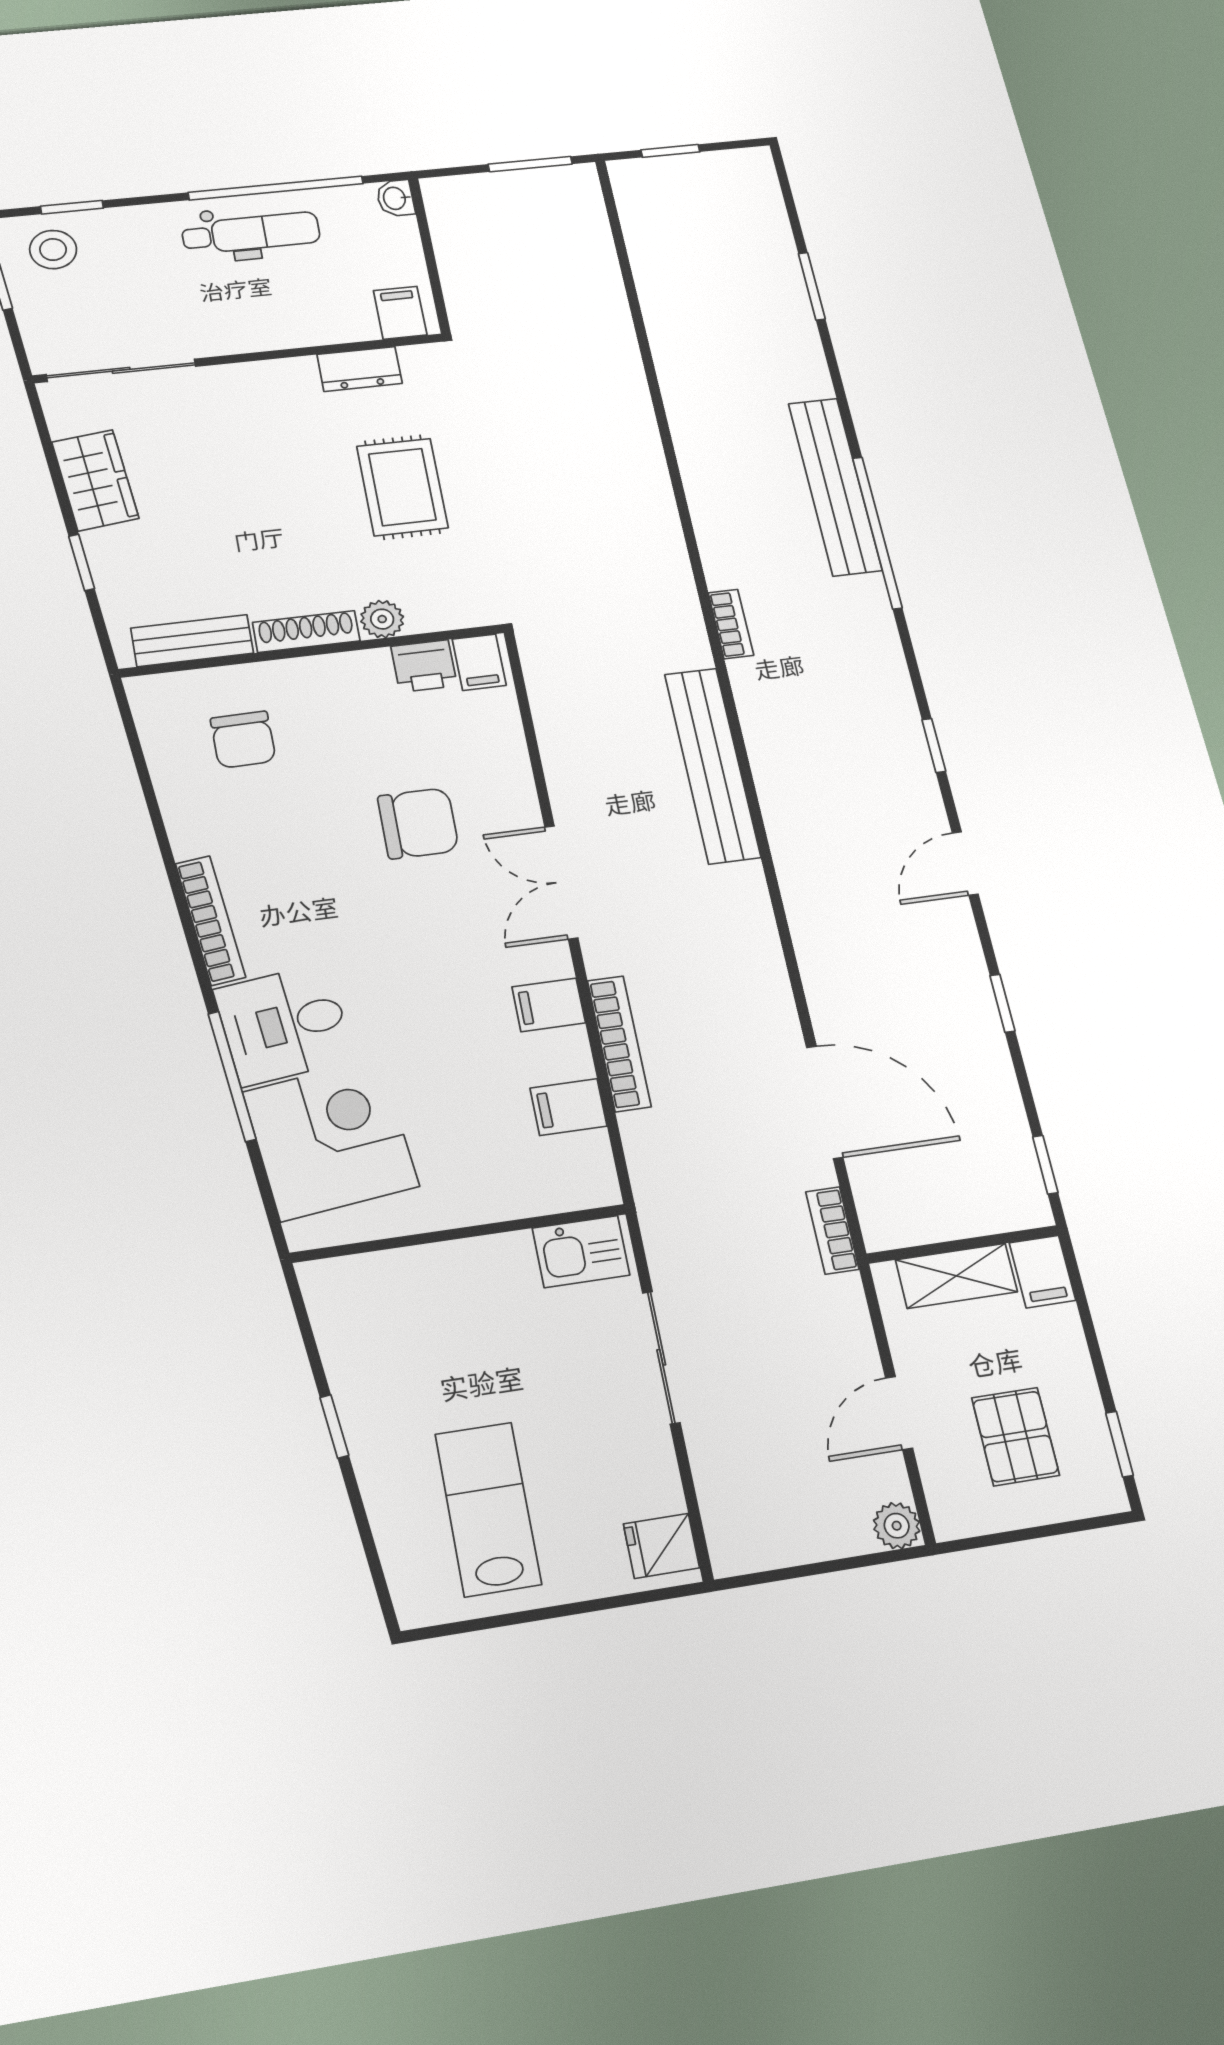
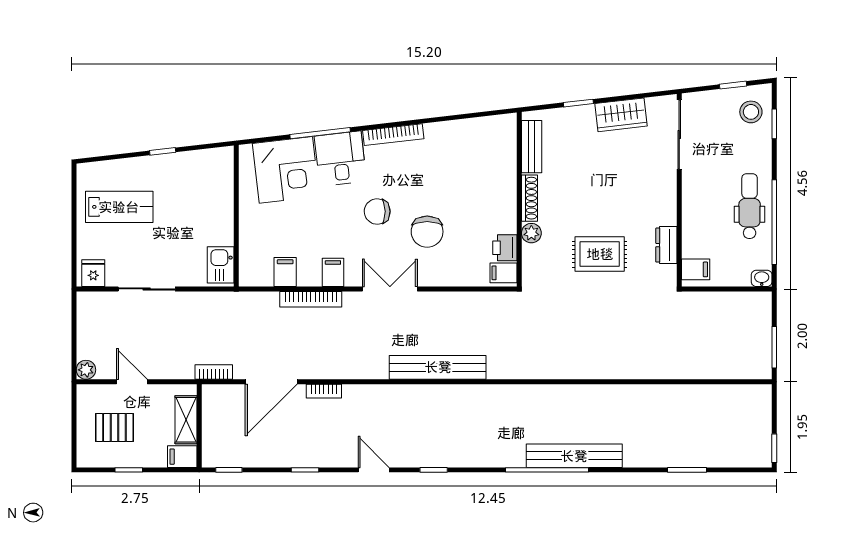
window: (670, 151) -> (774, 448), moved
dental chair: (251, 233) -> (750, 206), turned 180
bookcase: (731, 624) -> (324, 391), moved
chair: (243, 740) -> (377, 212), moved
sliding door: (661, 1357) -> (147, 289), moved
window: (1120, 1444) -> (129, 470), moved

